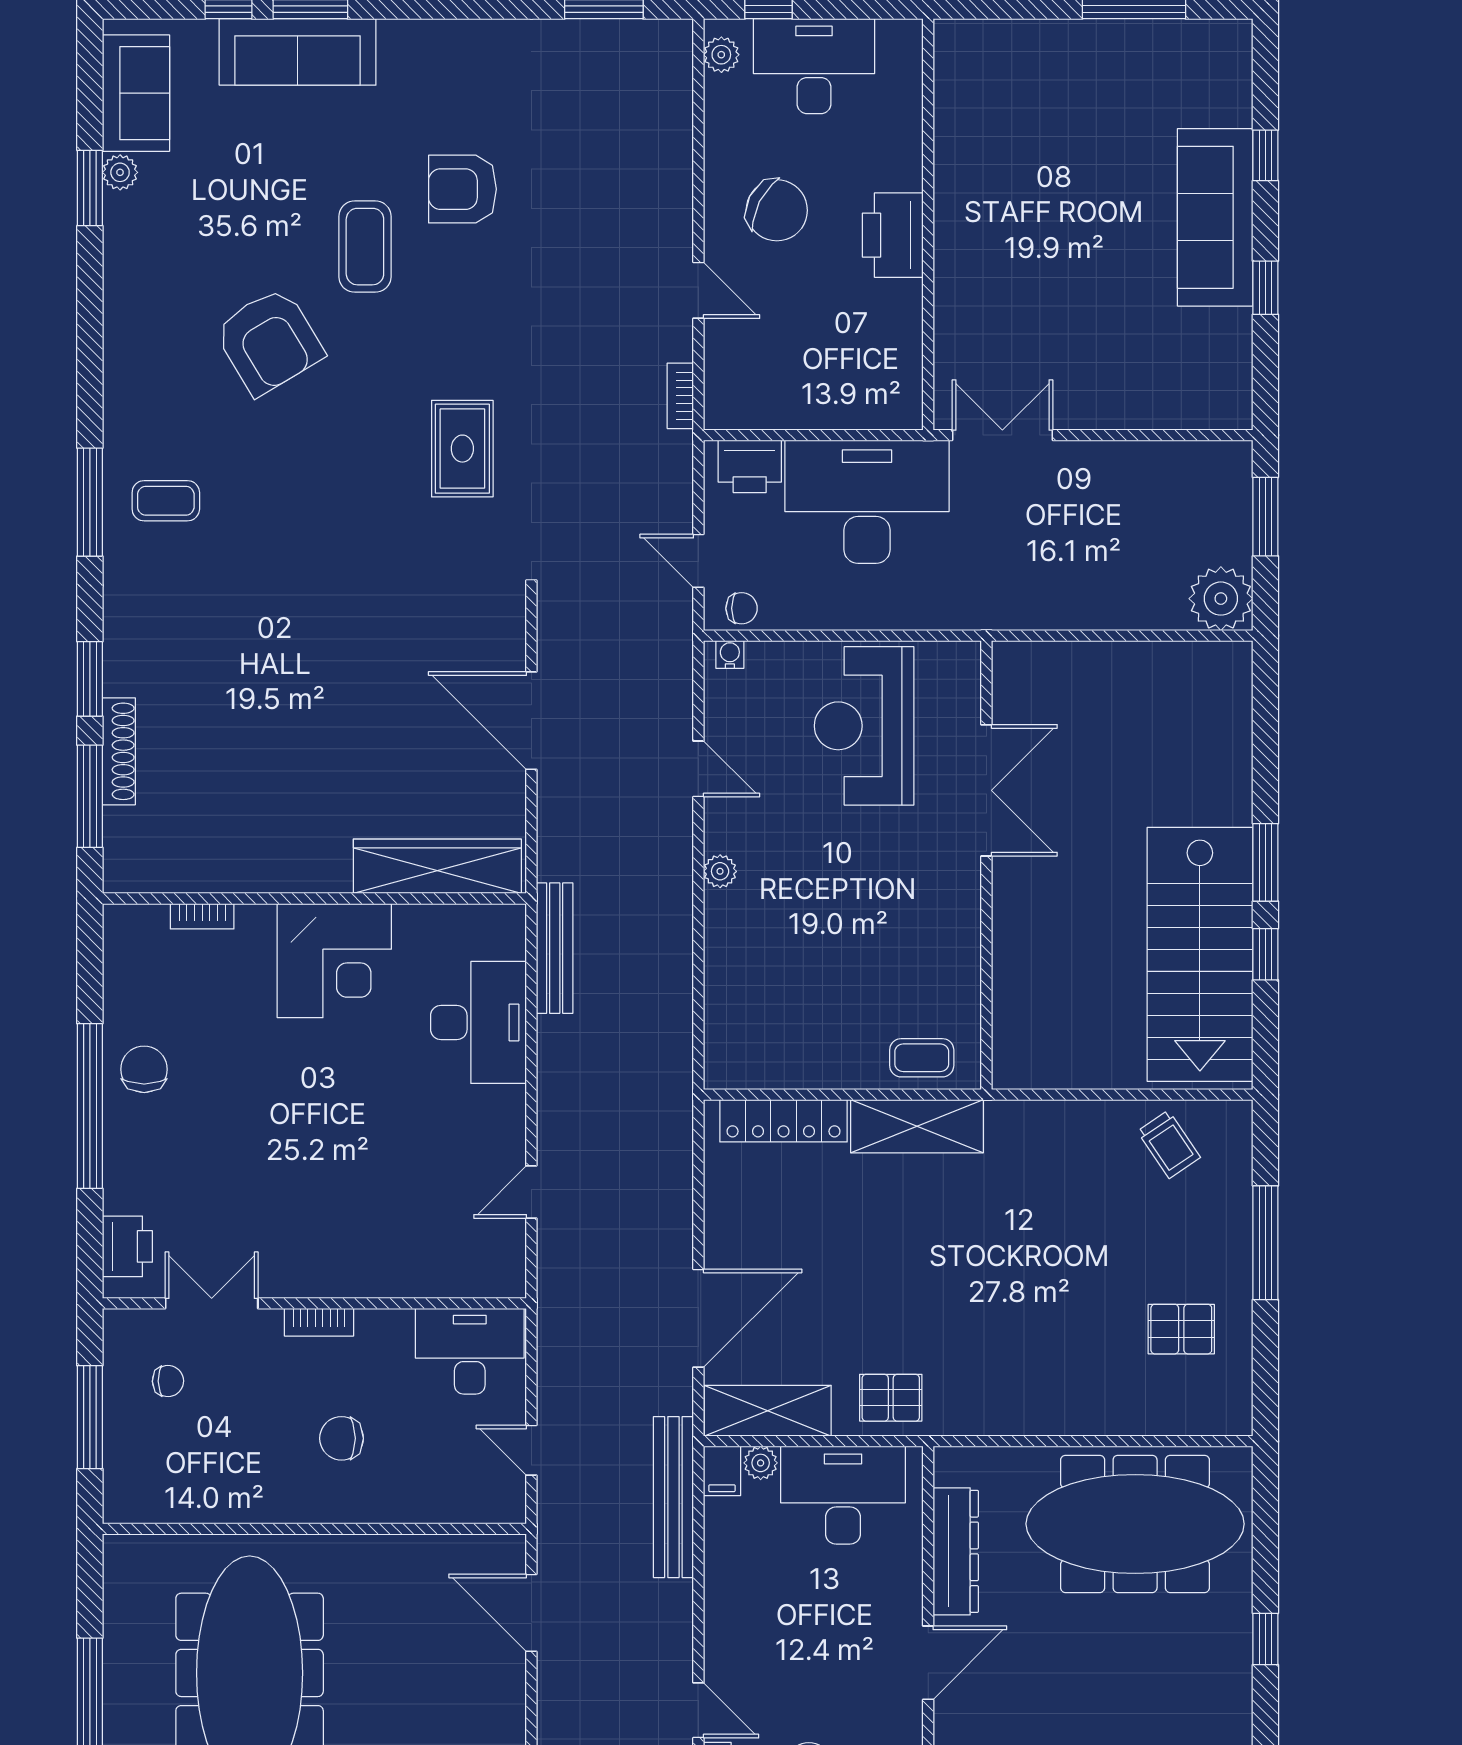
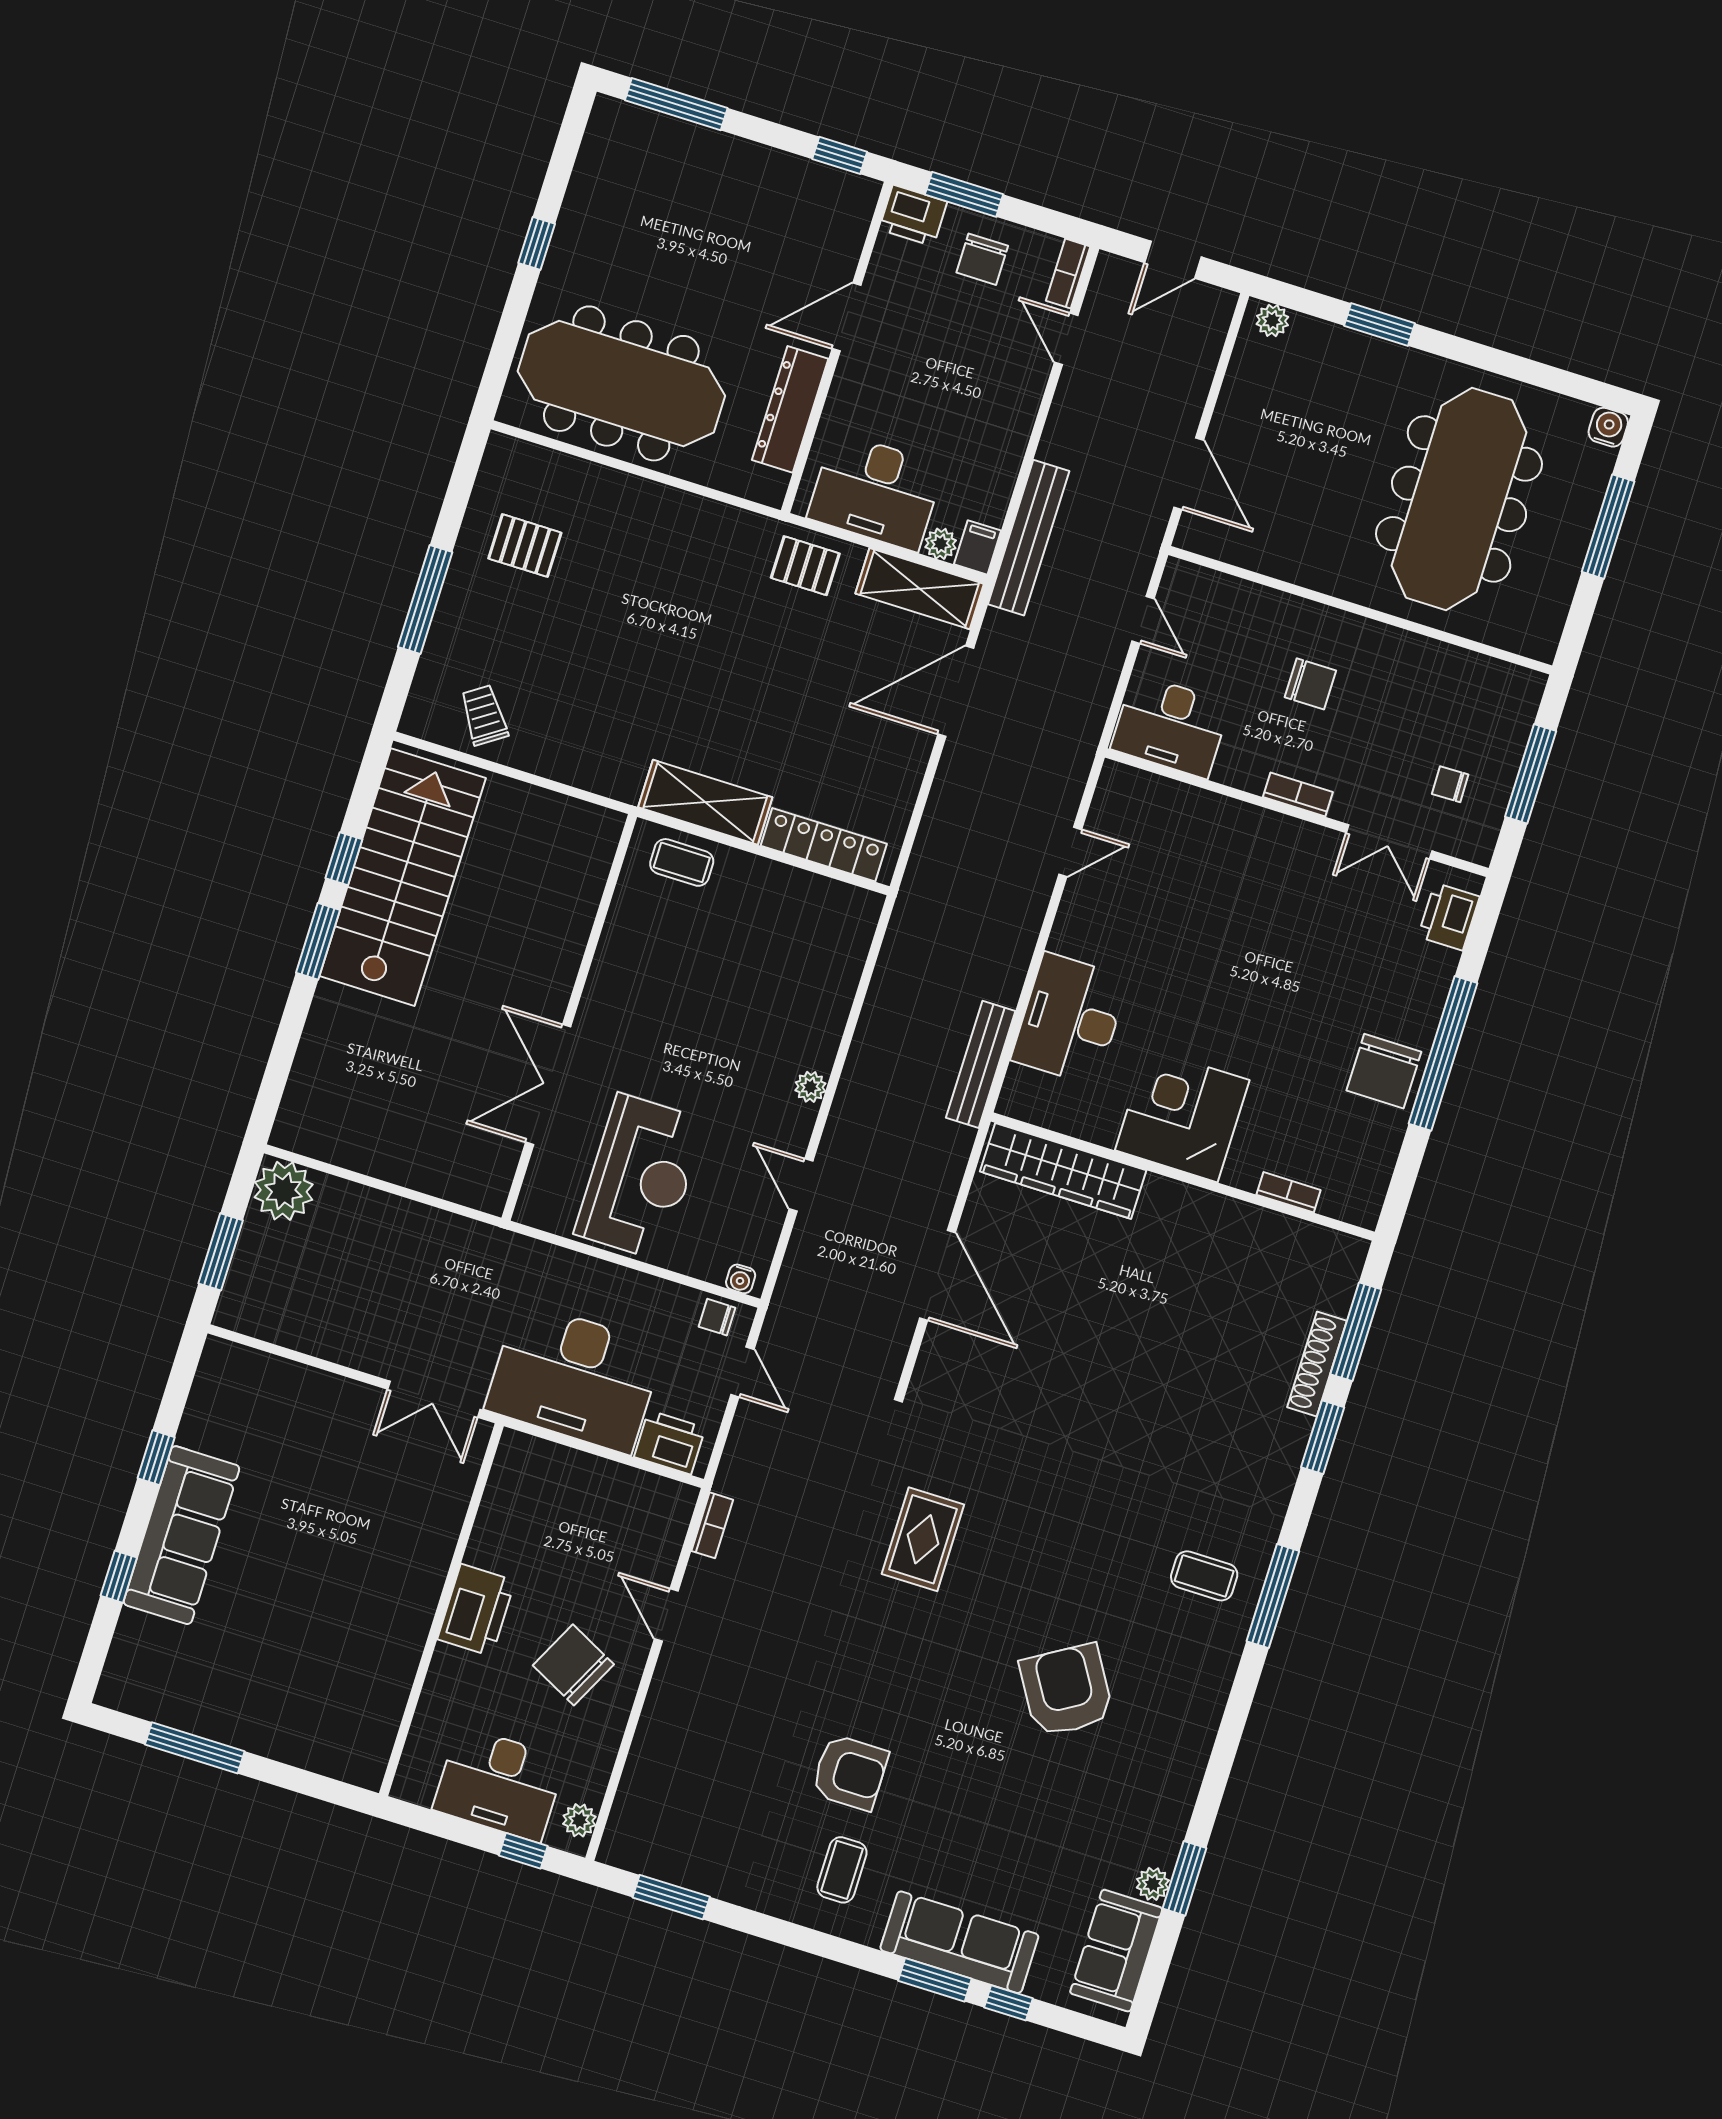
coffee table: (365, 247) -> (842, 1870), moved, width x0.73, depth x0.77
chair: (144, 1069) -> (1384, 1071), width x1.37, depth x1.37

